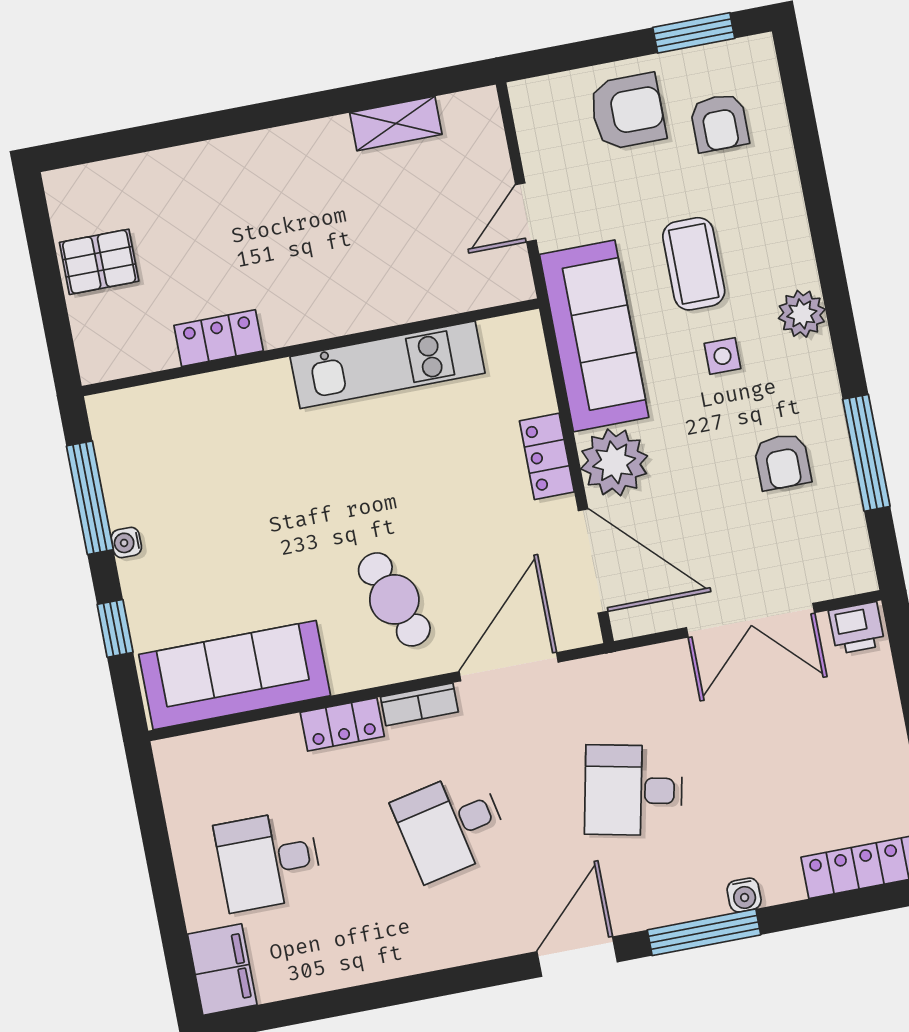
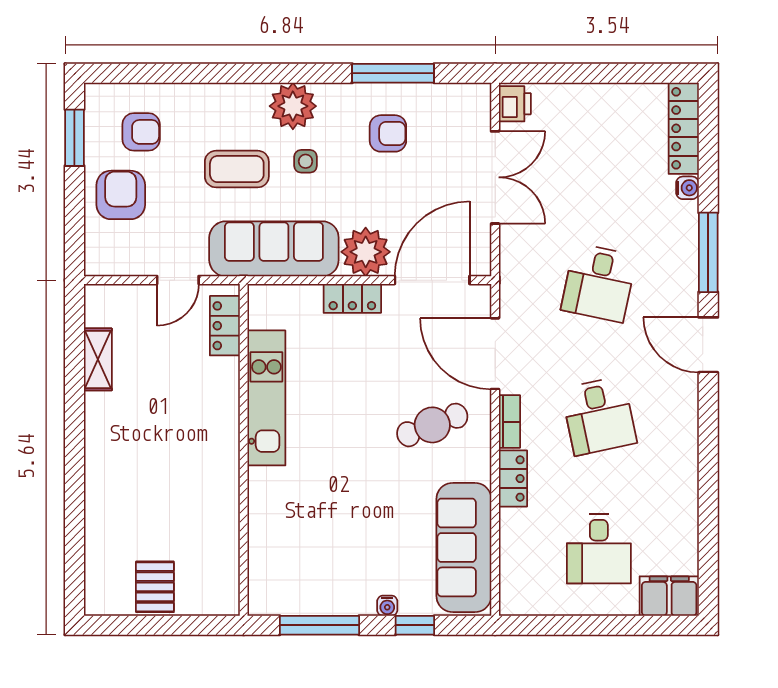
door: (526, 212) -> (178, 280), hinge flipped
plant: (802, 314) -> (293, 106), width x1.36, depth x1.36
locker: (219, 338) -> (225, 326), moved
water cooler: (126, 543) -> (387, 606), moved
water cooler: (744, 895) -> (687, 188), moved

